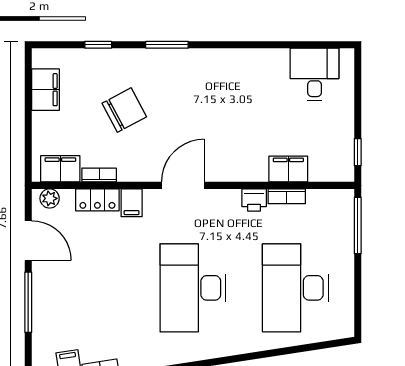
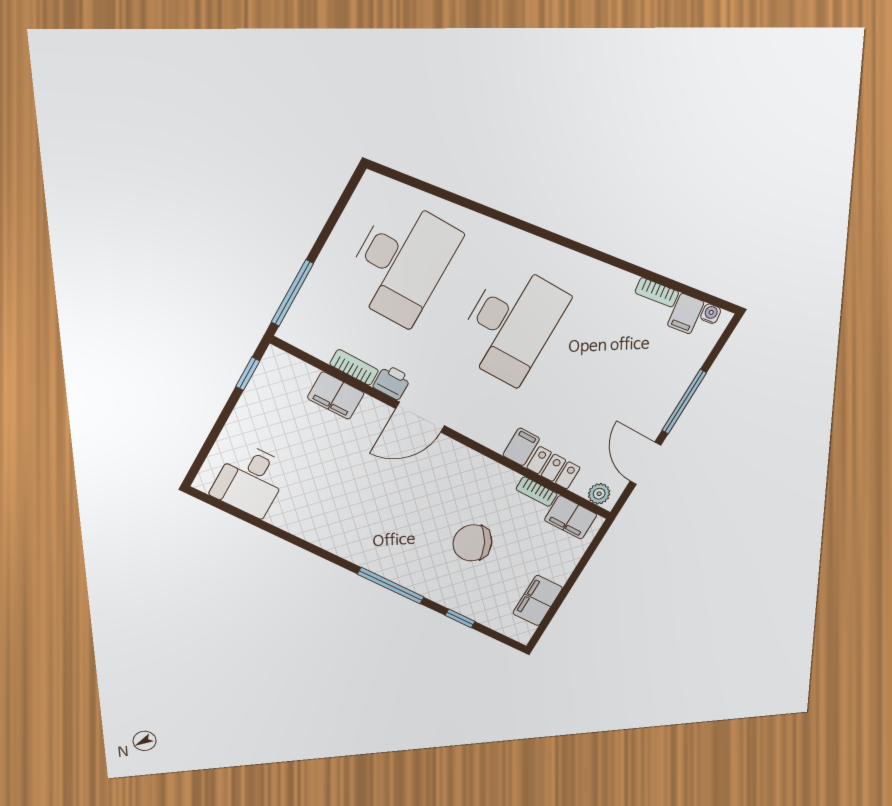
window: (167, 45) -> (391, 586), width x1.44
door: (183, 185) -> (420, 417), moved

